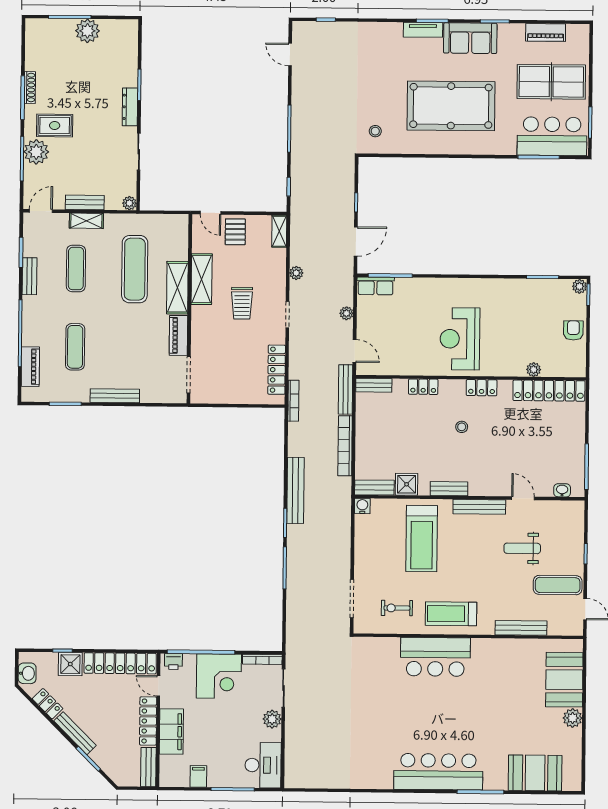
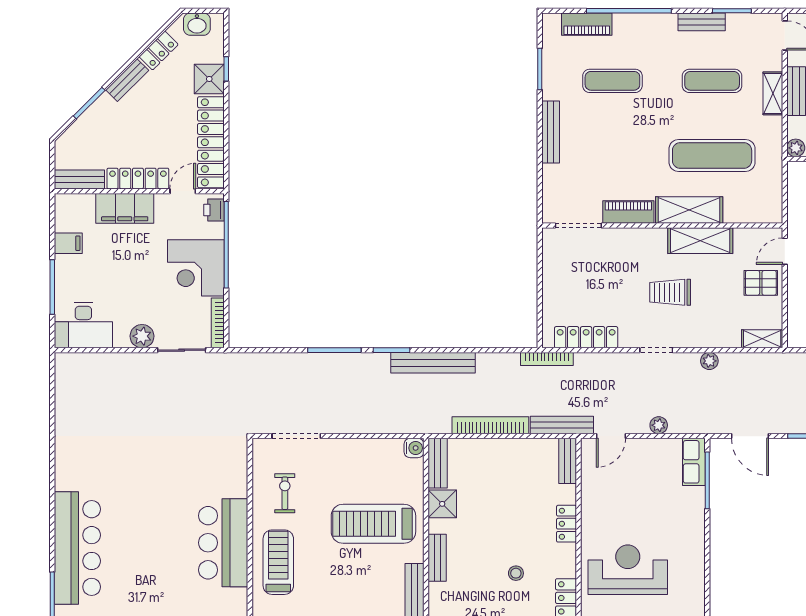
bench: (75, 733) -> (127, 80), width x0.73

